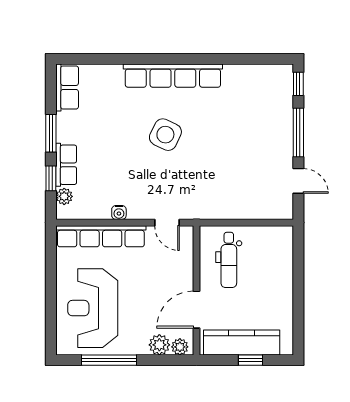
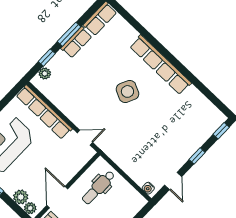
window: (298, 133) -> (197, 156), width x0.46
row of seats: (66, 165) -> (76, 42), moved
water cooler: (119, 212) -> (148, 188), moved
door: (167, 223) -> (85, 138), swing flipped
door: (197, 310) -> (57, 197), hinge flipped

